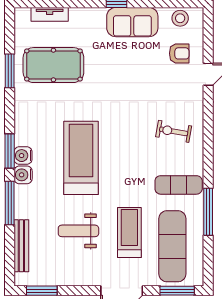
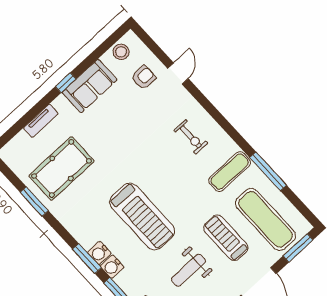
tv unit: (50, 14) -> (41, 121), moved
exercise bike: (174, 131) -> (191, 137), turned -100
treadmill: (81, 158) -> (142, 217), turned 180

